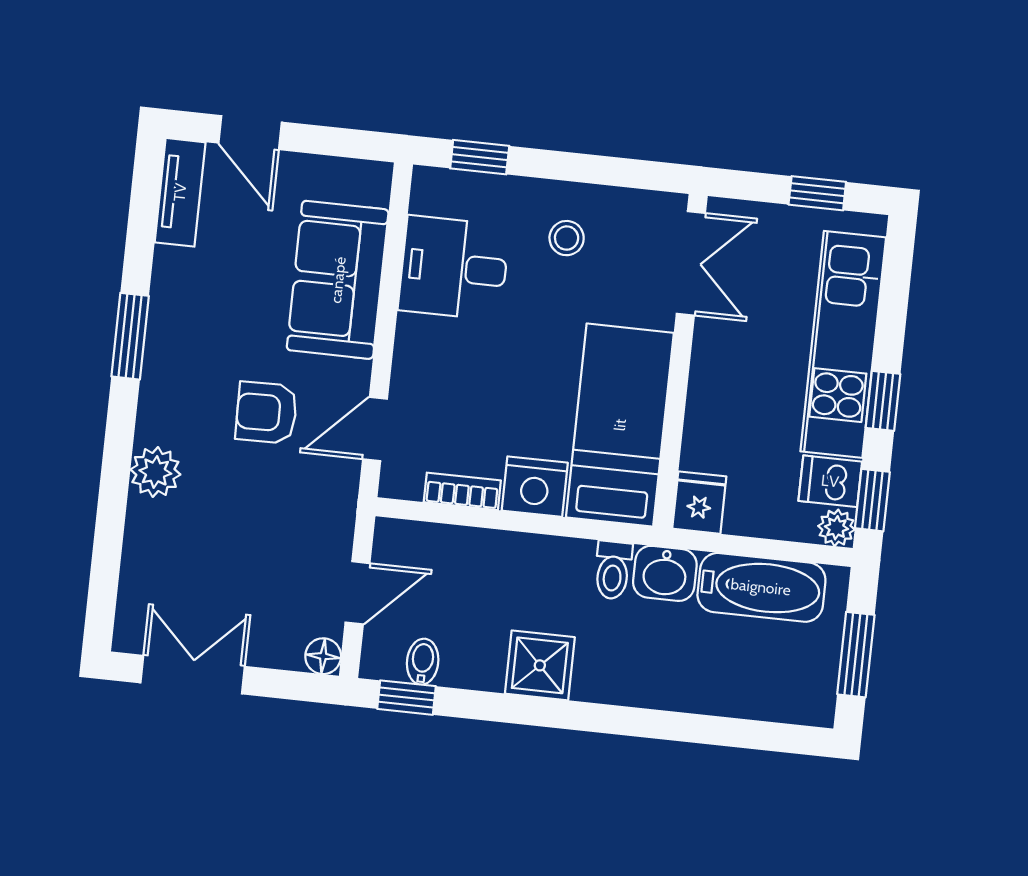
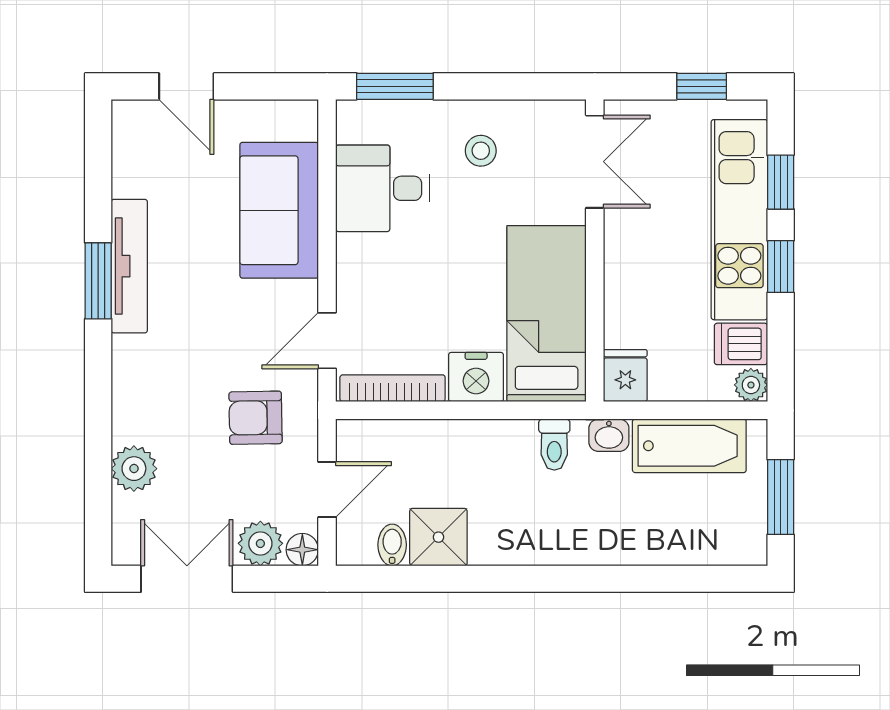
window: (480, 157) -> (395, 86), width x1.50
tv unit: (180, 192) -> (129, 266), moved, width x1.41
armchair: (267, 413) -> (256, 418), moved
plant: (155, 472) -> (134, 469), moved
bookcase: (462, 491) -> (393, 388), width x1.56
window: (872, 500) -> (781, 182), moved
washbasin: (665, 573) -> (609, 435), width x0.72, depth x0.69
plant: (278, 645) -> (260, 543), added
shower: (540, 665) -> (438, 537), moved
window: (407, 698) -> (381, 579), removed

